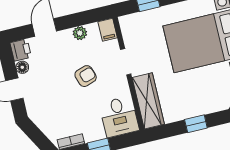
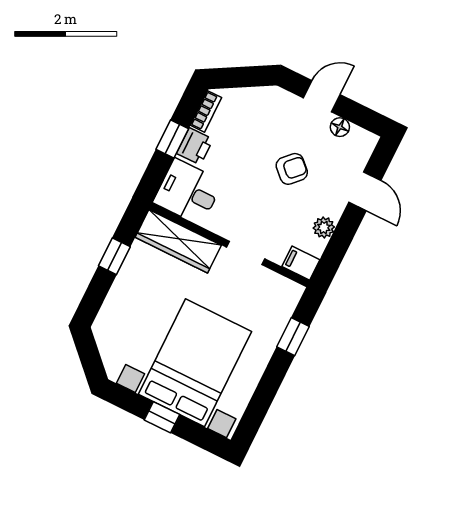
printer: (21, 50) -> (195, 146), moved, turned -90
armchair: (86, 76) -> (292, 169), moved, turned -118
window: (196, 124) -> (114, 256), moved

